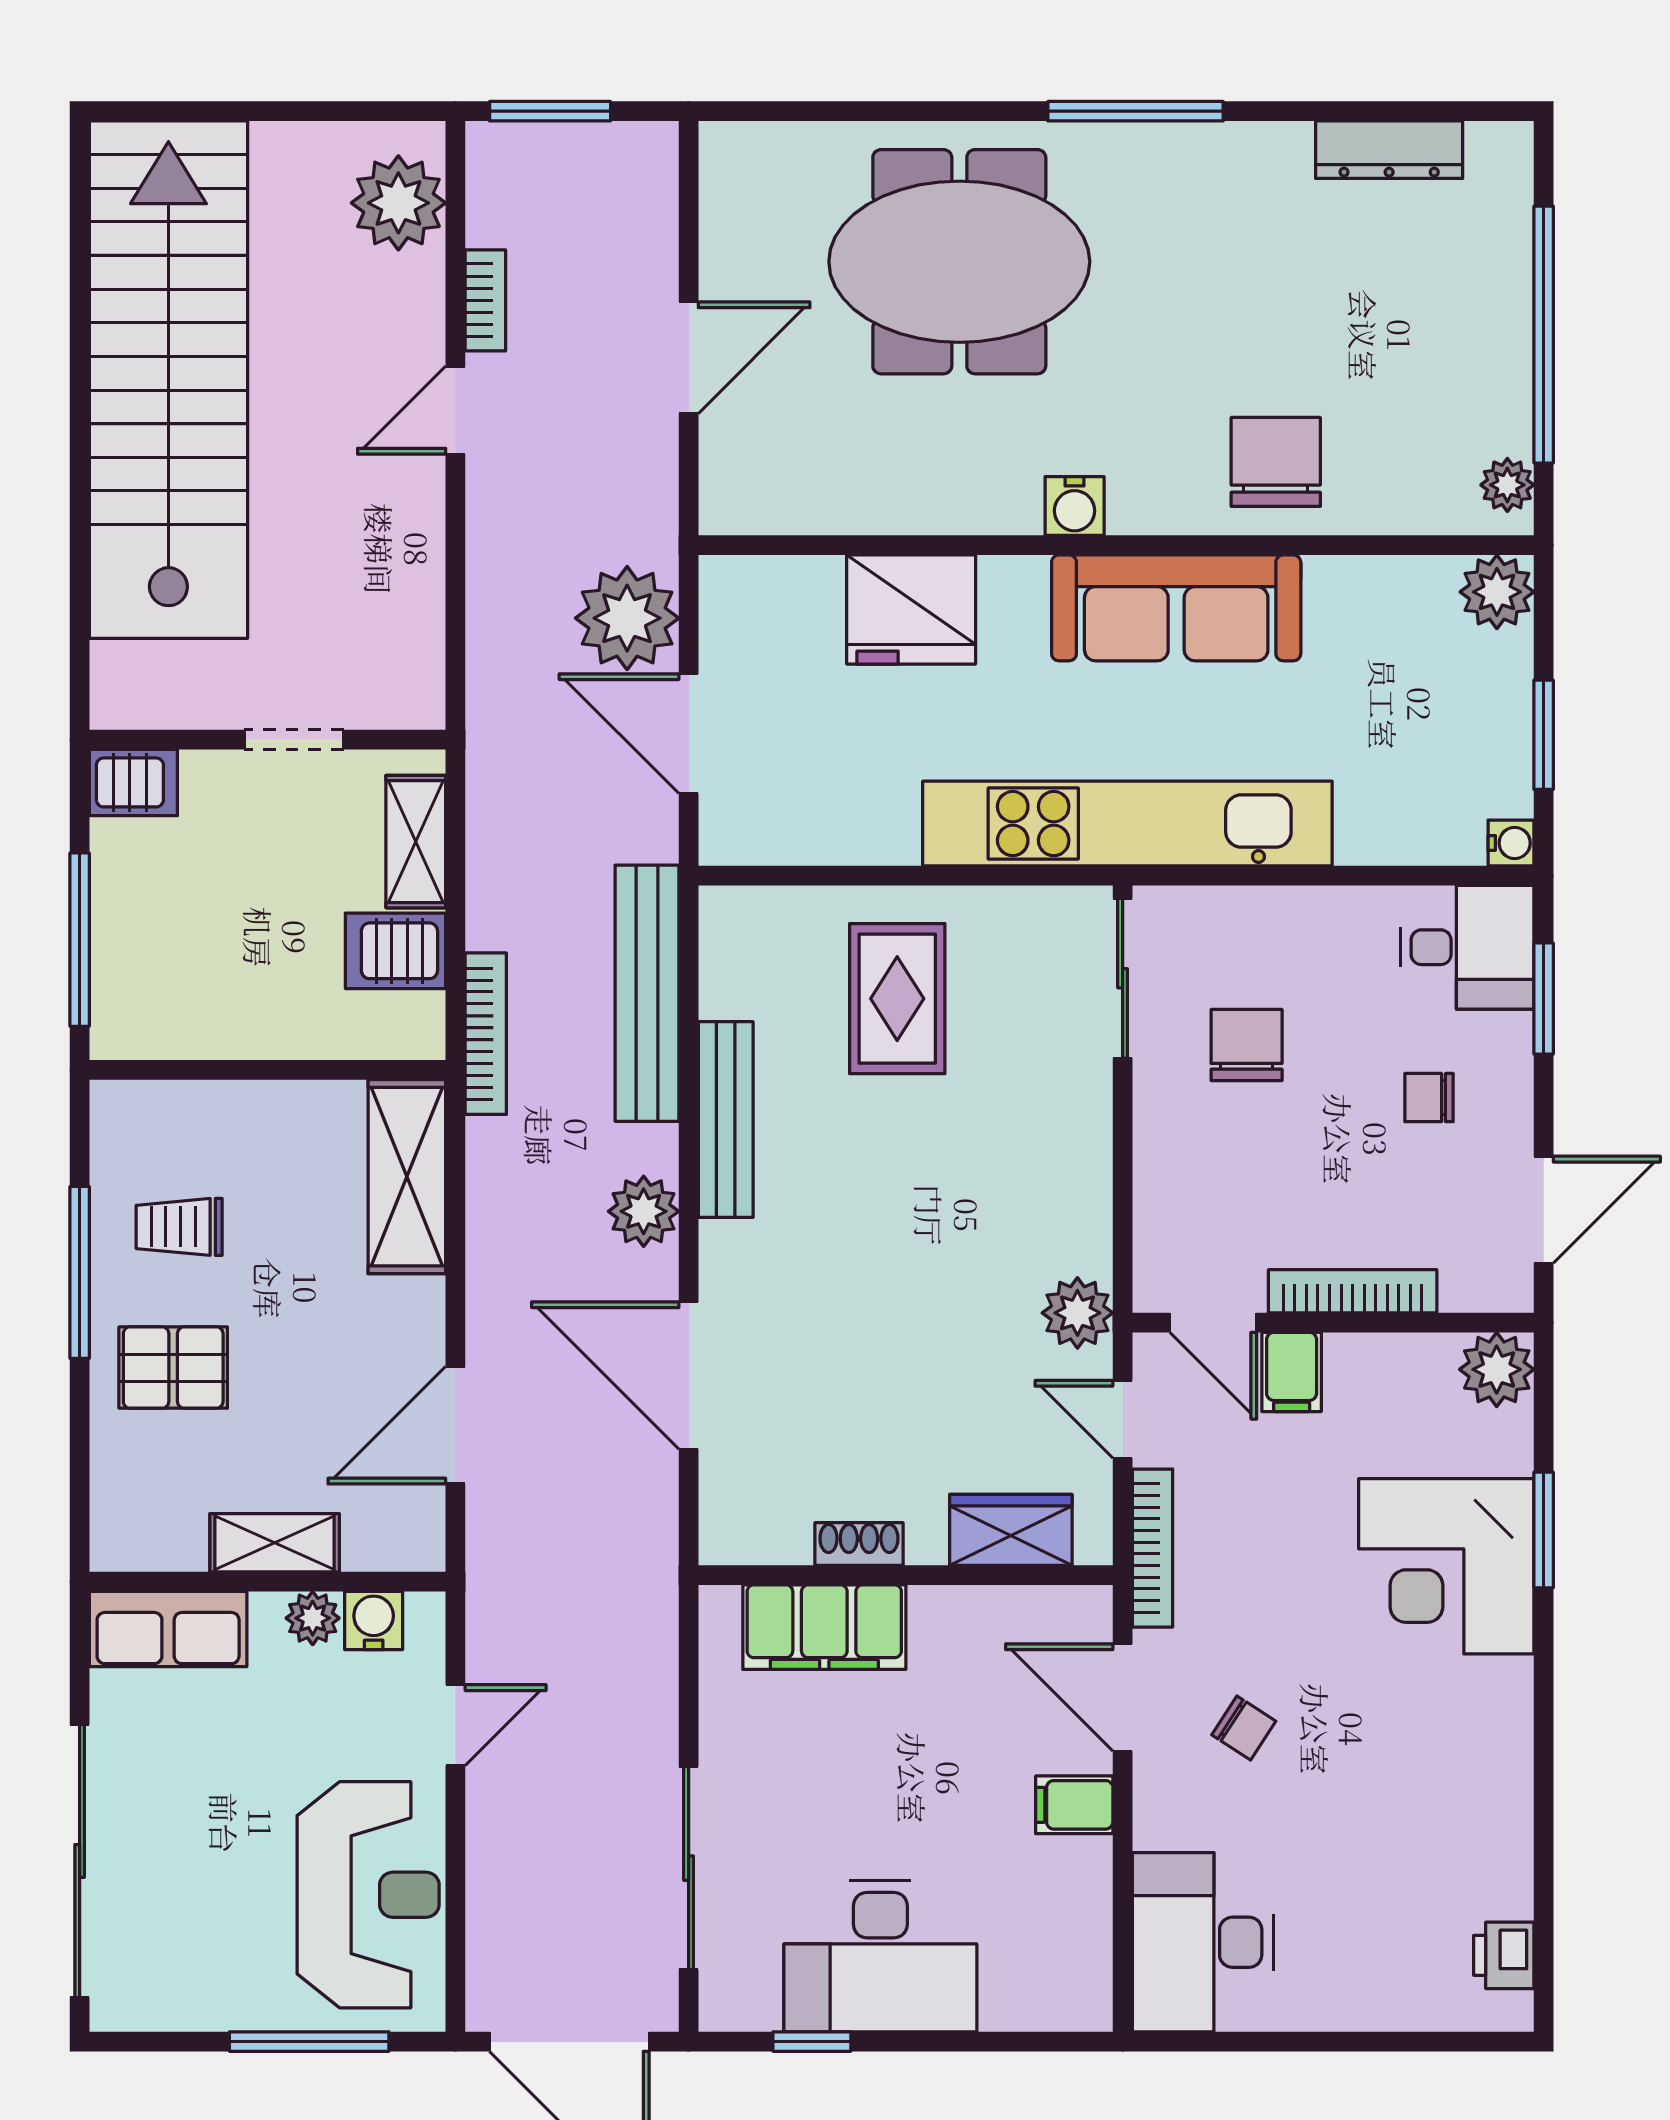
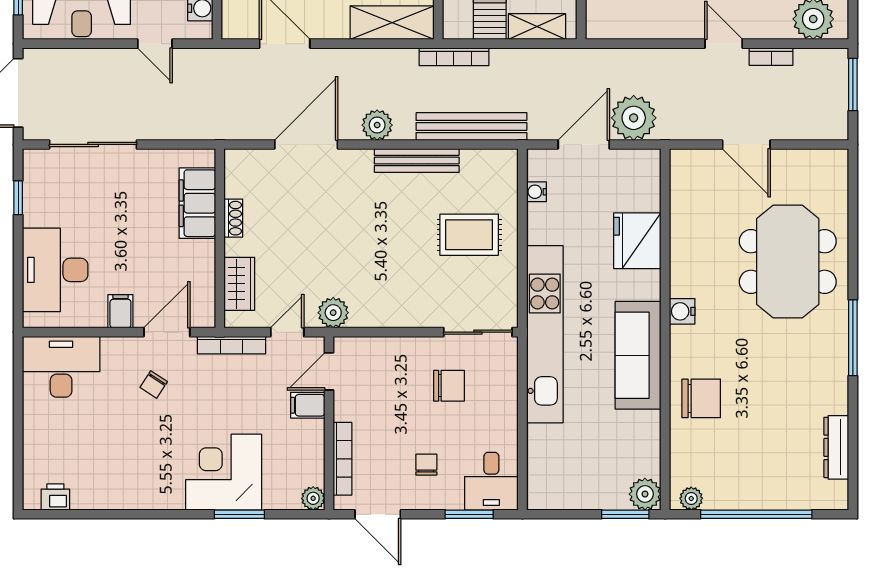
window: (1544, 735) -> (625, 514), moved
water cooler: (1511, 843) -> (536, 192), moved, turned 90
bookcase: (1353, 1291) -> (343, 459), moved
plant: (1497, 1369) -> (313, 498), width x0.73, depth x0.73
desk: (880, 1956) -> (55, 270), moved

